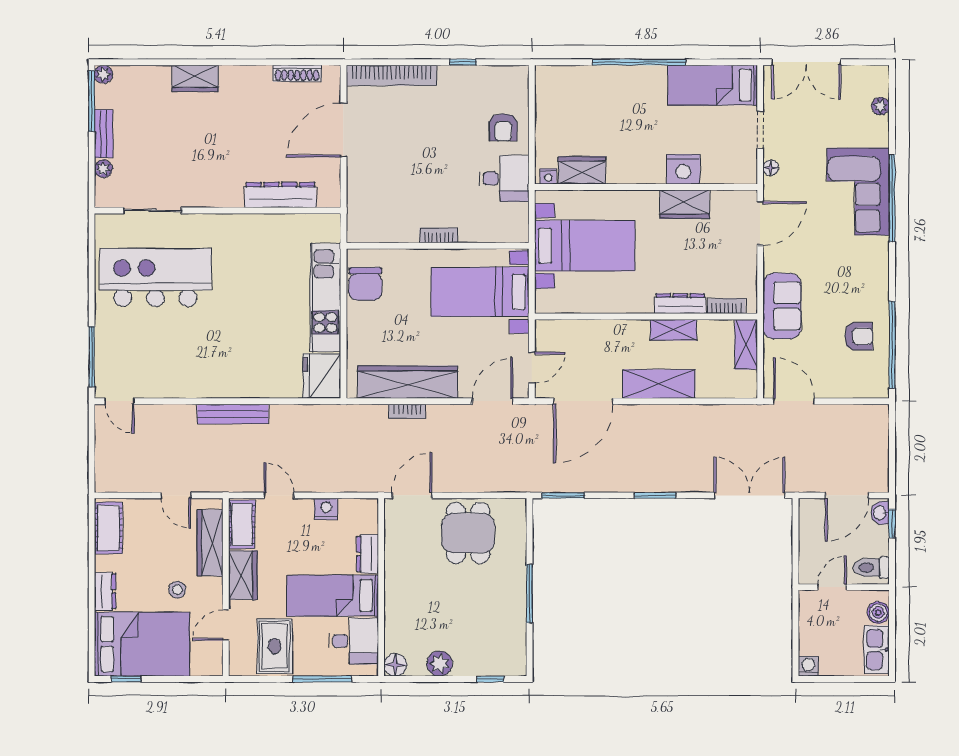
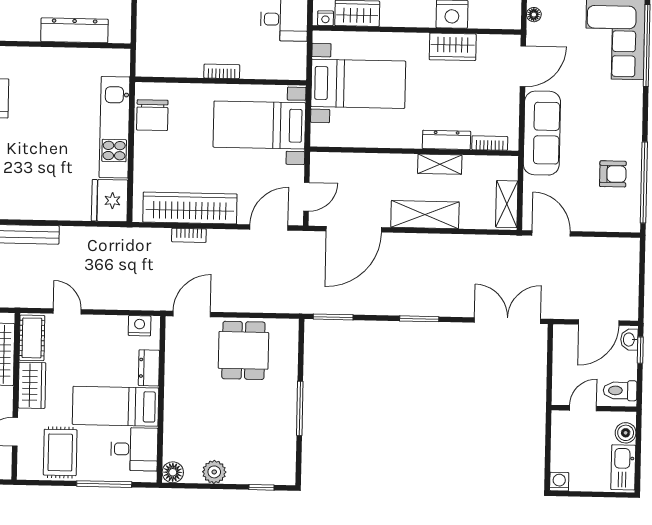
sofa: (782, 306) -> (542, 133), width x1.36
shelving: (746, 344) -> (507, 204), moved
nightstand: (326, 509) -> (140, 326), moved

